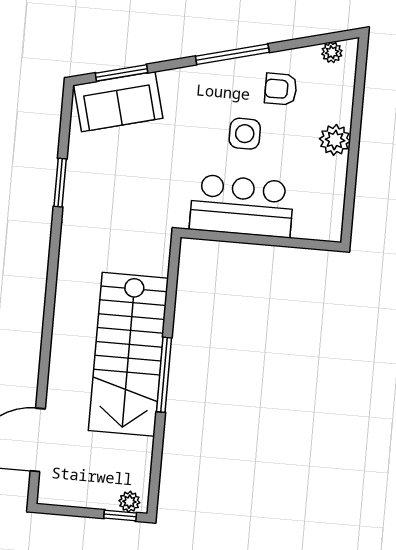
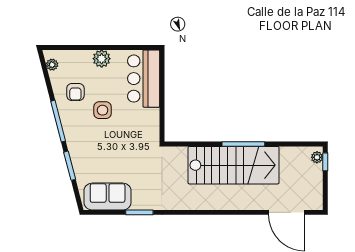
window: (122, 73) -> (70, 166), moved
sofa: (118, 102) -> (108, 197), moved, turned -75
bar counter: (242, 206) -> (144, 79), moved

